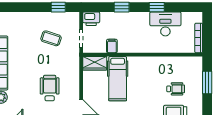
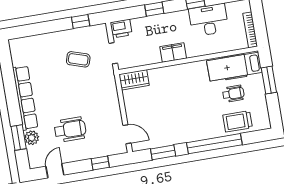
filing cabinet: (112, 46) -> (173, 52), moved, width x2.00
hospital bed: (118, 79) -> (234, 67), moved, turned 90
wheelchair: (50, 88) -> (70, 130), moved, turned 90

